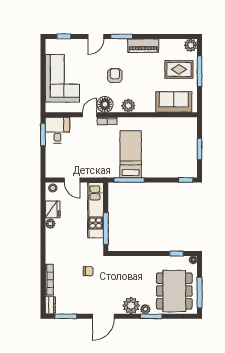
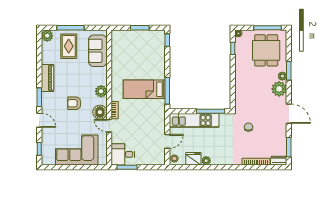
dining table: (174, 291) -> (266, 50), width x0.73

